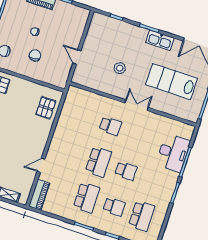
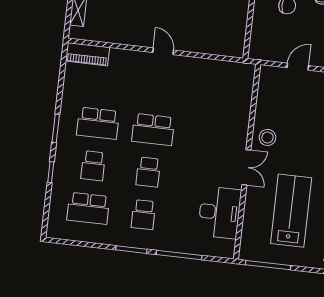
stool: (120, 68) -> (267, 137), moved
pallet: (46, 108) -> (215, 37), removed
school desk: (110, 126) -> (143, 215), moved
desk: (173, 153) -> (220, 212), moved, turned -90
door: (41, 165) -> (163, 51), moved

